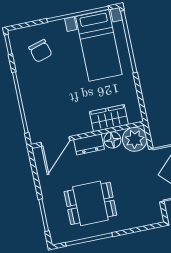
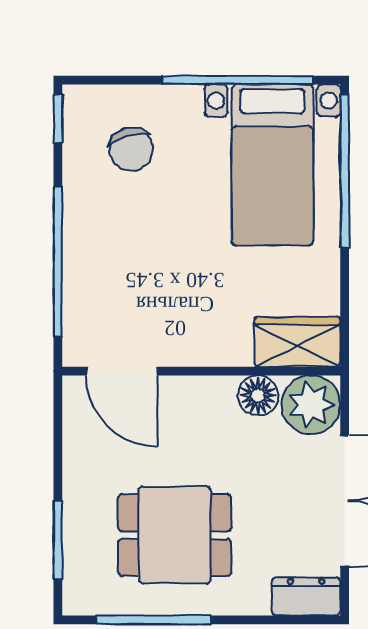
wardrobe: (109, 118) -> (297, 342), moved
door: (55, 141) -> (122, 371), hinge flipped
dresser: (89, 144) -> (306, 596), moved, turned 180

